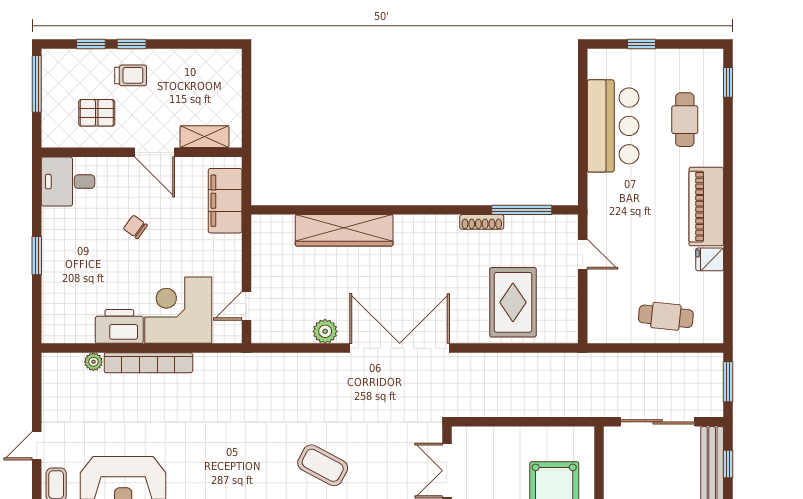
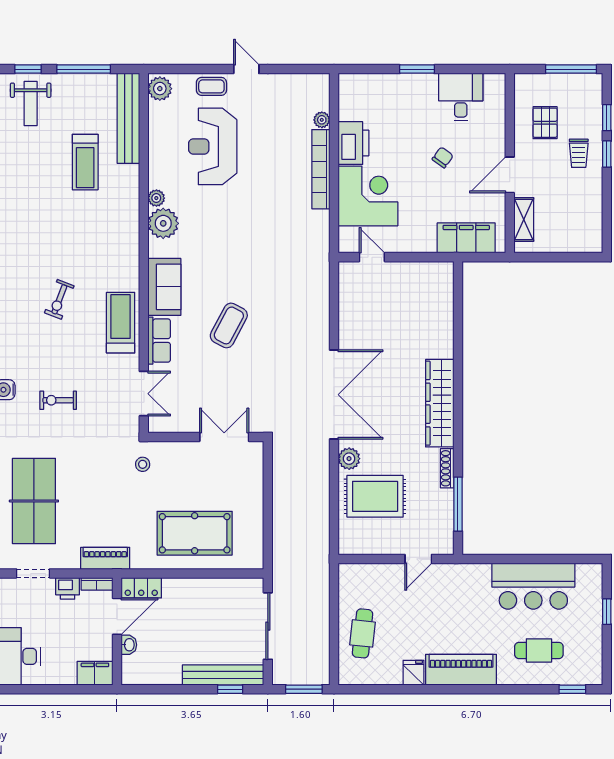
desk: (68, 182) -> (461, 97), moved
wardrobe: (344, 230) -> (440, 403), moved
plant: (325, 331) -> (349, 459), moved

